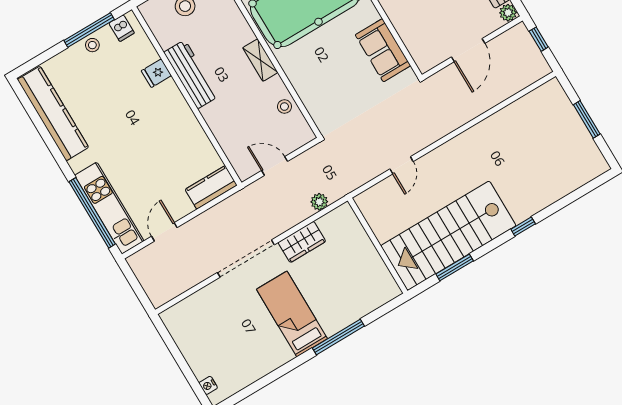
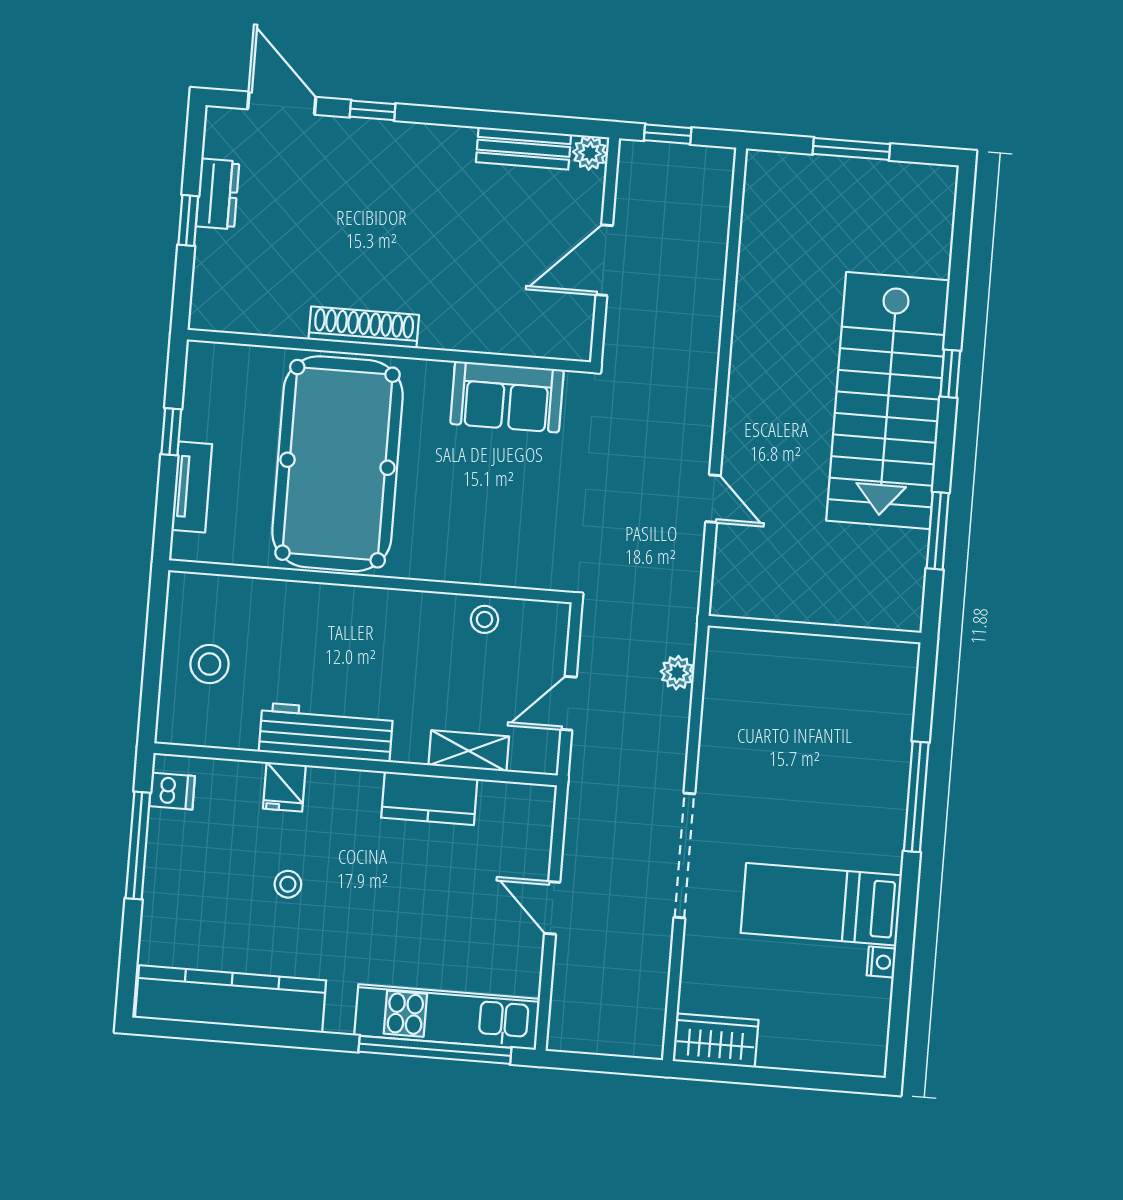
stool: (92, 45) -> (288, 884), moved
door: (468, 50) -> (604, 260), swing flipped
shelving: (260, 60) -> (469, 751), moved
kitchen counter: (211, 187) -> (429, 798), moved, turned -90
door: (164, 232) -> (552, 908), moved
stairs: (448, 236) -> (888, 401), moved
wardrobe: (302, 242) -> (716, 1040), moved, turned -90
bed: (292, 314) -> (821, 904), moved
nightstand: (208, 385) -> (881, 962), moved, turned -90

